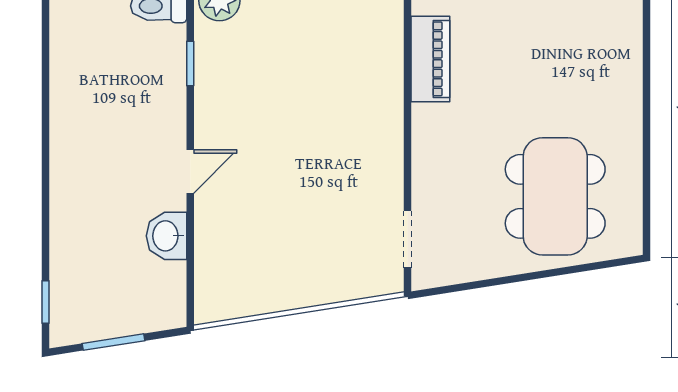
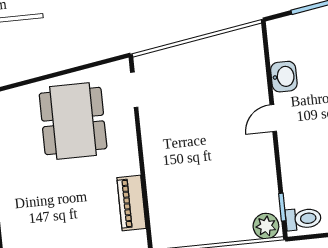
window: (190, 63) -> (282, 207), moved
dining table: (555, 196) -> (73, 121), moved

